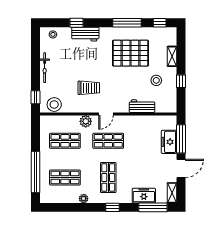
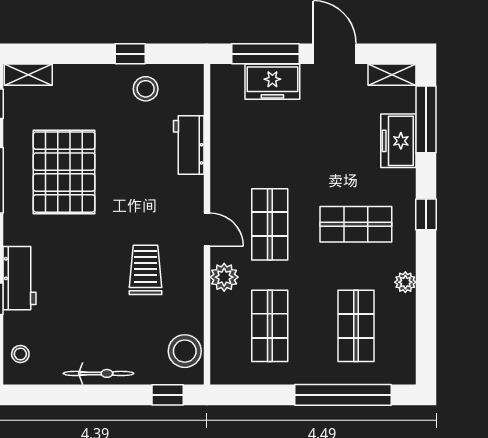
shelving: (172, 56) -> (28, 75), moved
stool: (156, 80) -> (146, 89), moved

